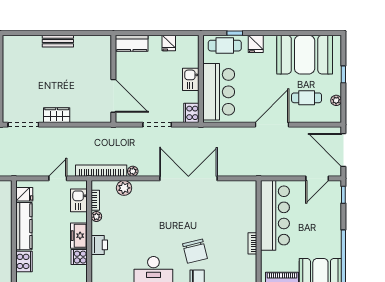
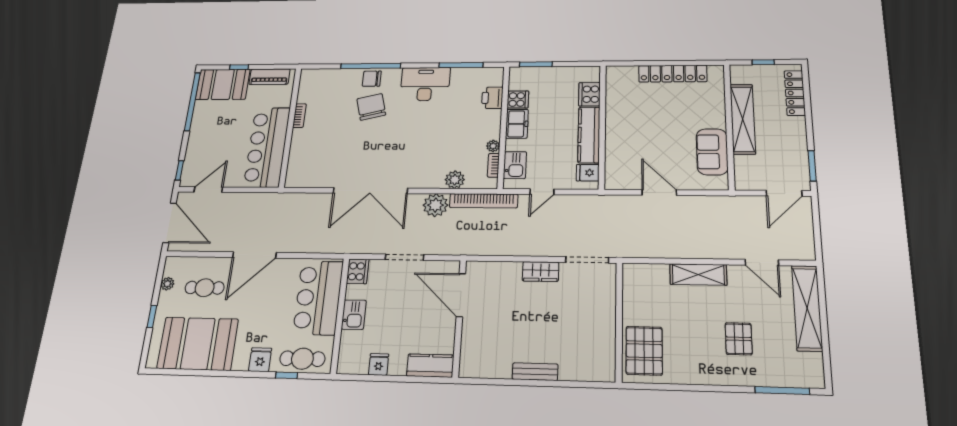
plant: (133, 171) -> (435, 205), width x1.88, depth x1.88
printer: (99, 245) -> (492, 98), moved

